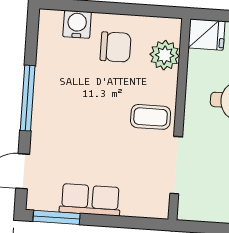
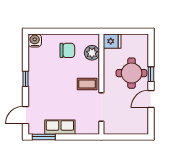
water cooler: (77, 24) -> (35, 40), moved
window: (28, 98) -> (25, 79), width x0.46

